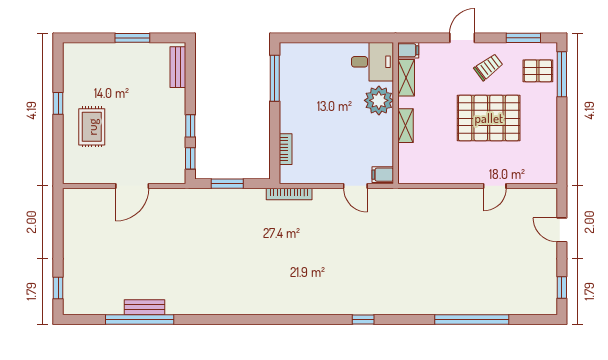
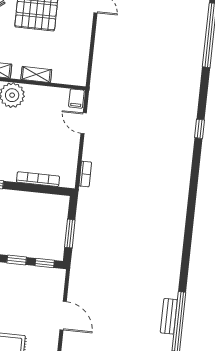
bookcase: (286, 149) -> (38, 179), width x1.56
door: (355, 186) -> (84, 123), swing flipped
bookcase: (289, 194) -> (85, 174), width x0.64

